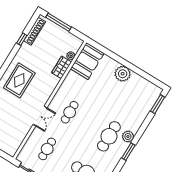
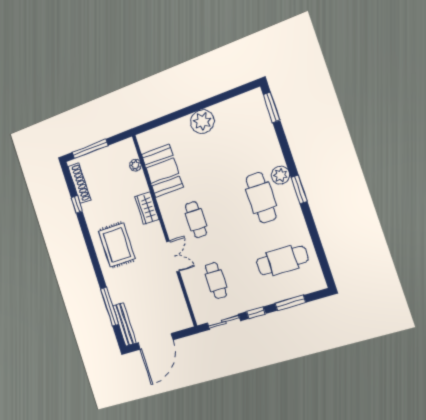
booth: (87, 61) -> (162, 171), moved
wardrobe: (62, 67) -> (147, 208), moved

